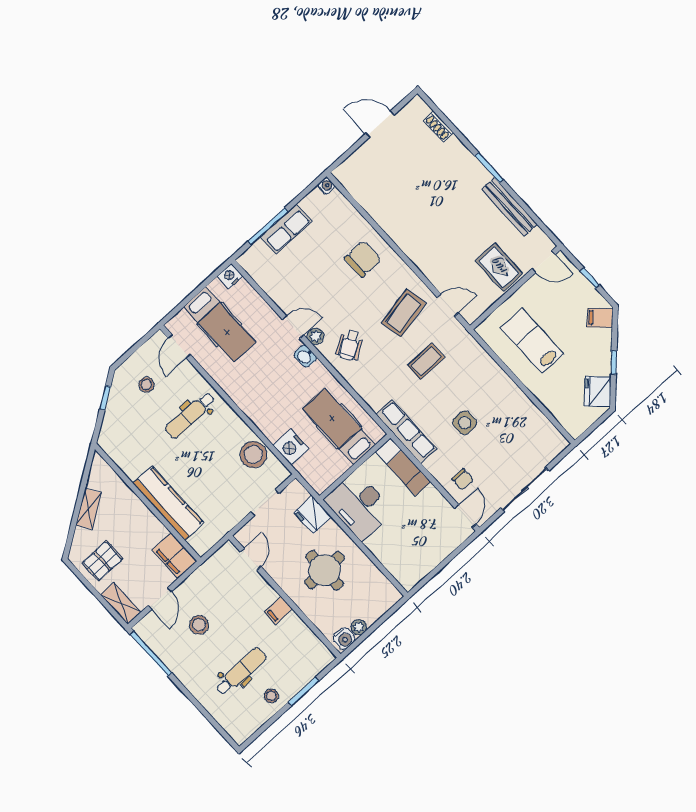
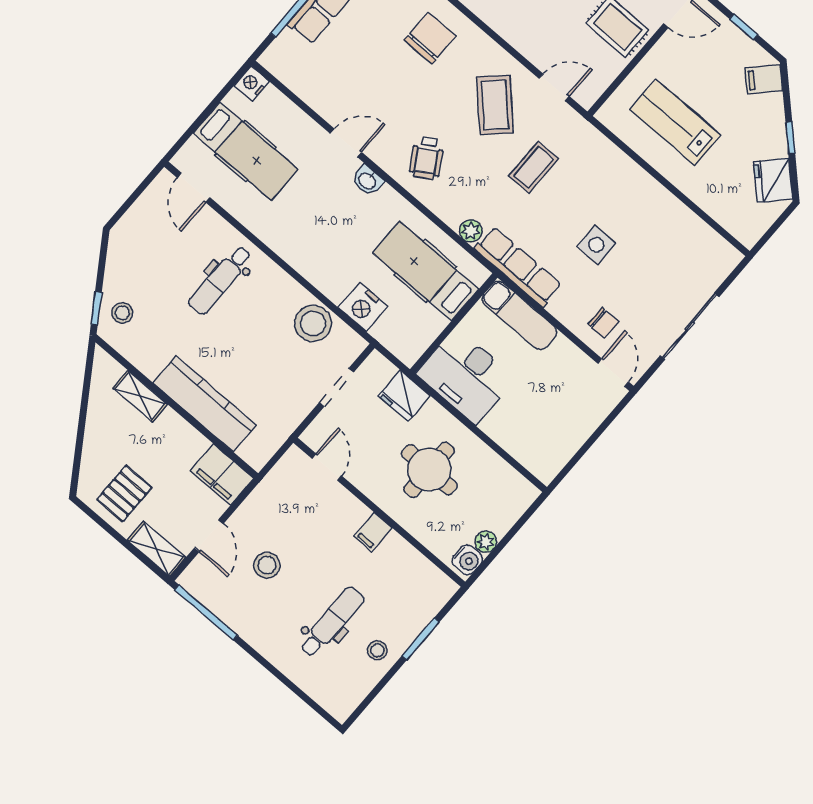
coffee table: (404, 313) -> (495, 105), turned -33
plant: (315, 336) -> (471, 231), moved
stool: (146, 385) -> (122, 313), moved
window: (105, 398) -> (96, 308), moved
shelving: (89, 509) -> (140, 396), moved, turned -57

